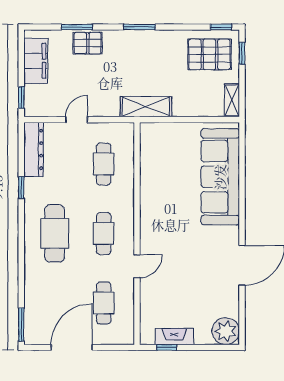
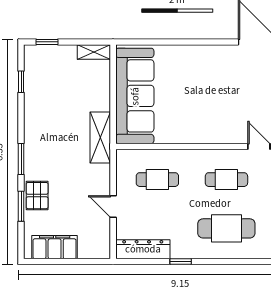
window: (139, 27) -> (21, 159), moved
window: (221, 27) -> (21, 82), moved
pallet: (209, 54) -> (48, 74), removed
window: (21, 98) -> (91, 262), removed
sofa: (220, 177) -> (135, 96), moved, turned -90

